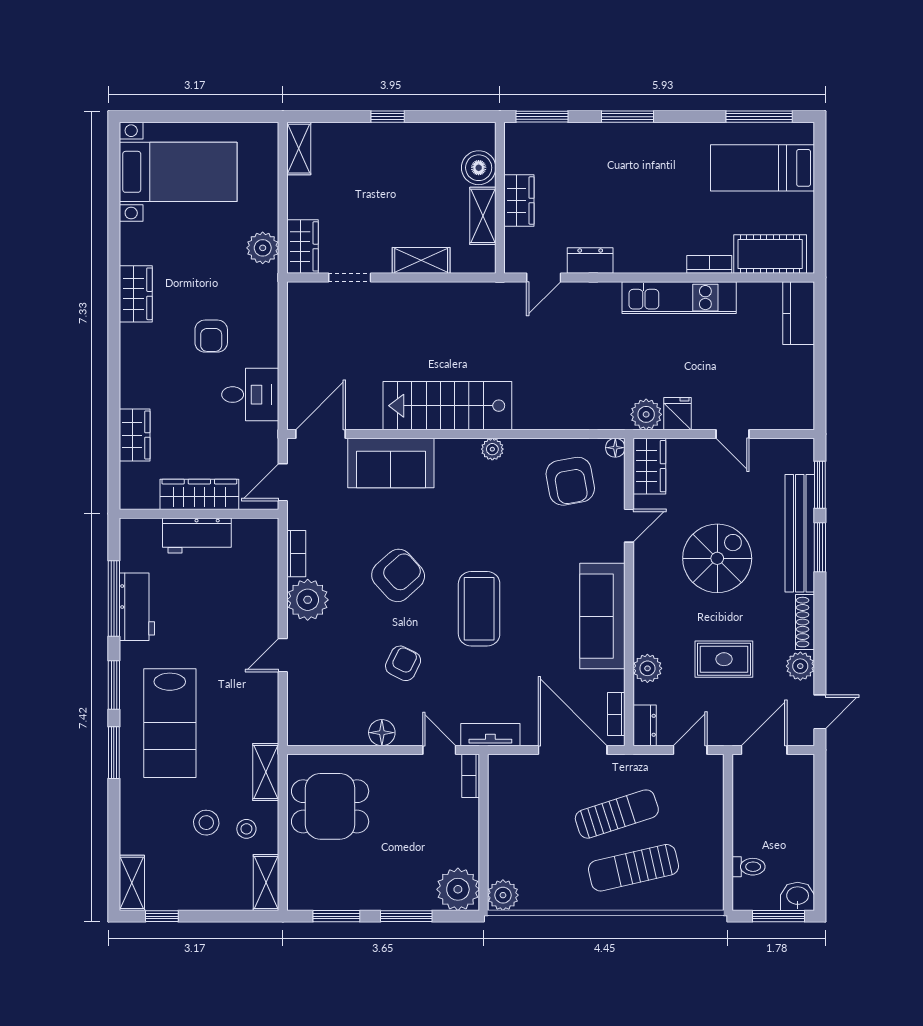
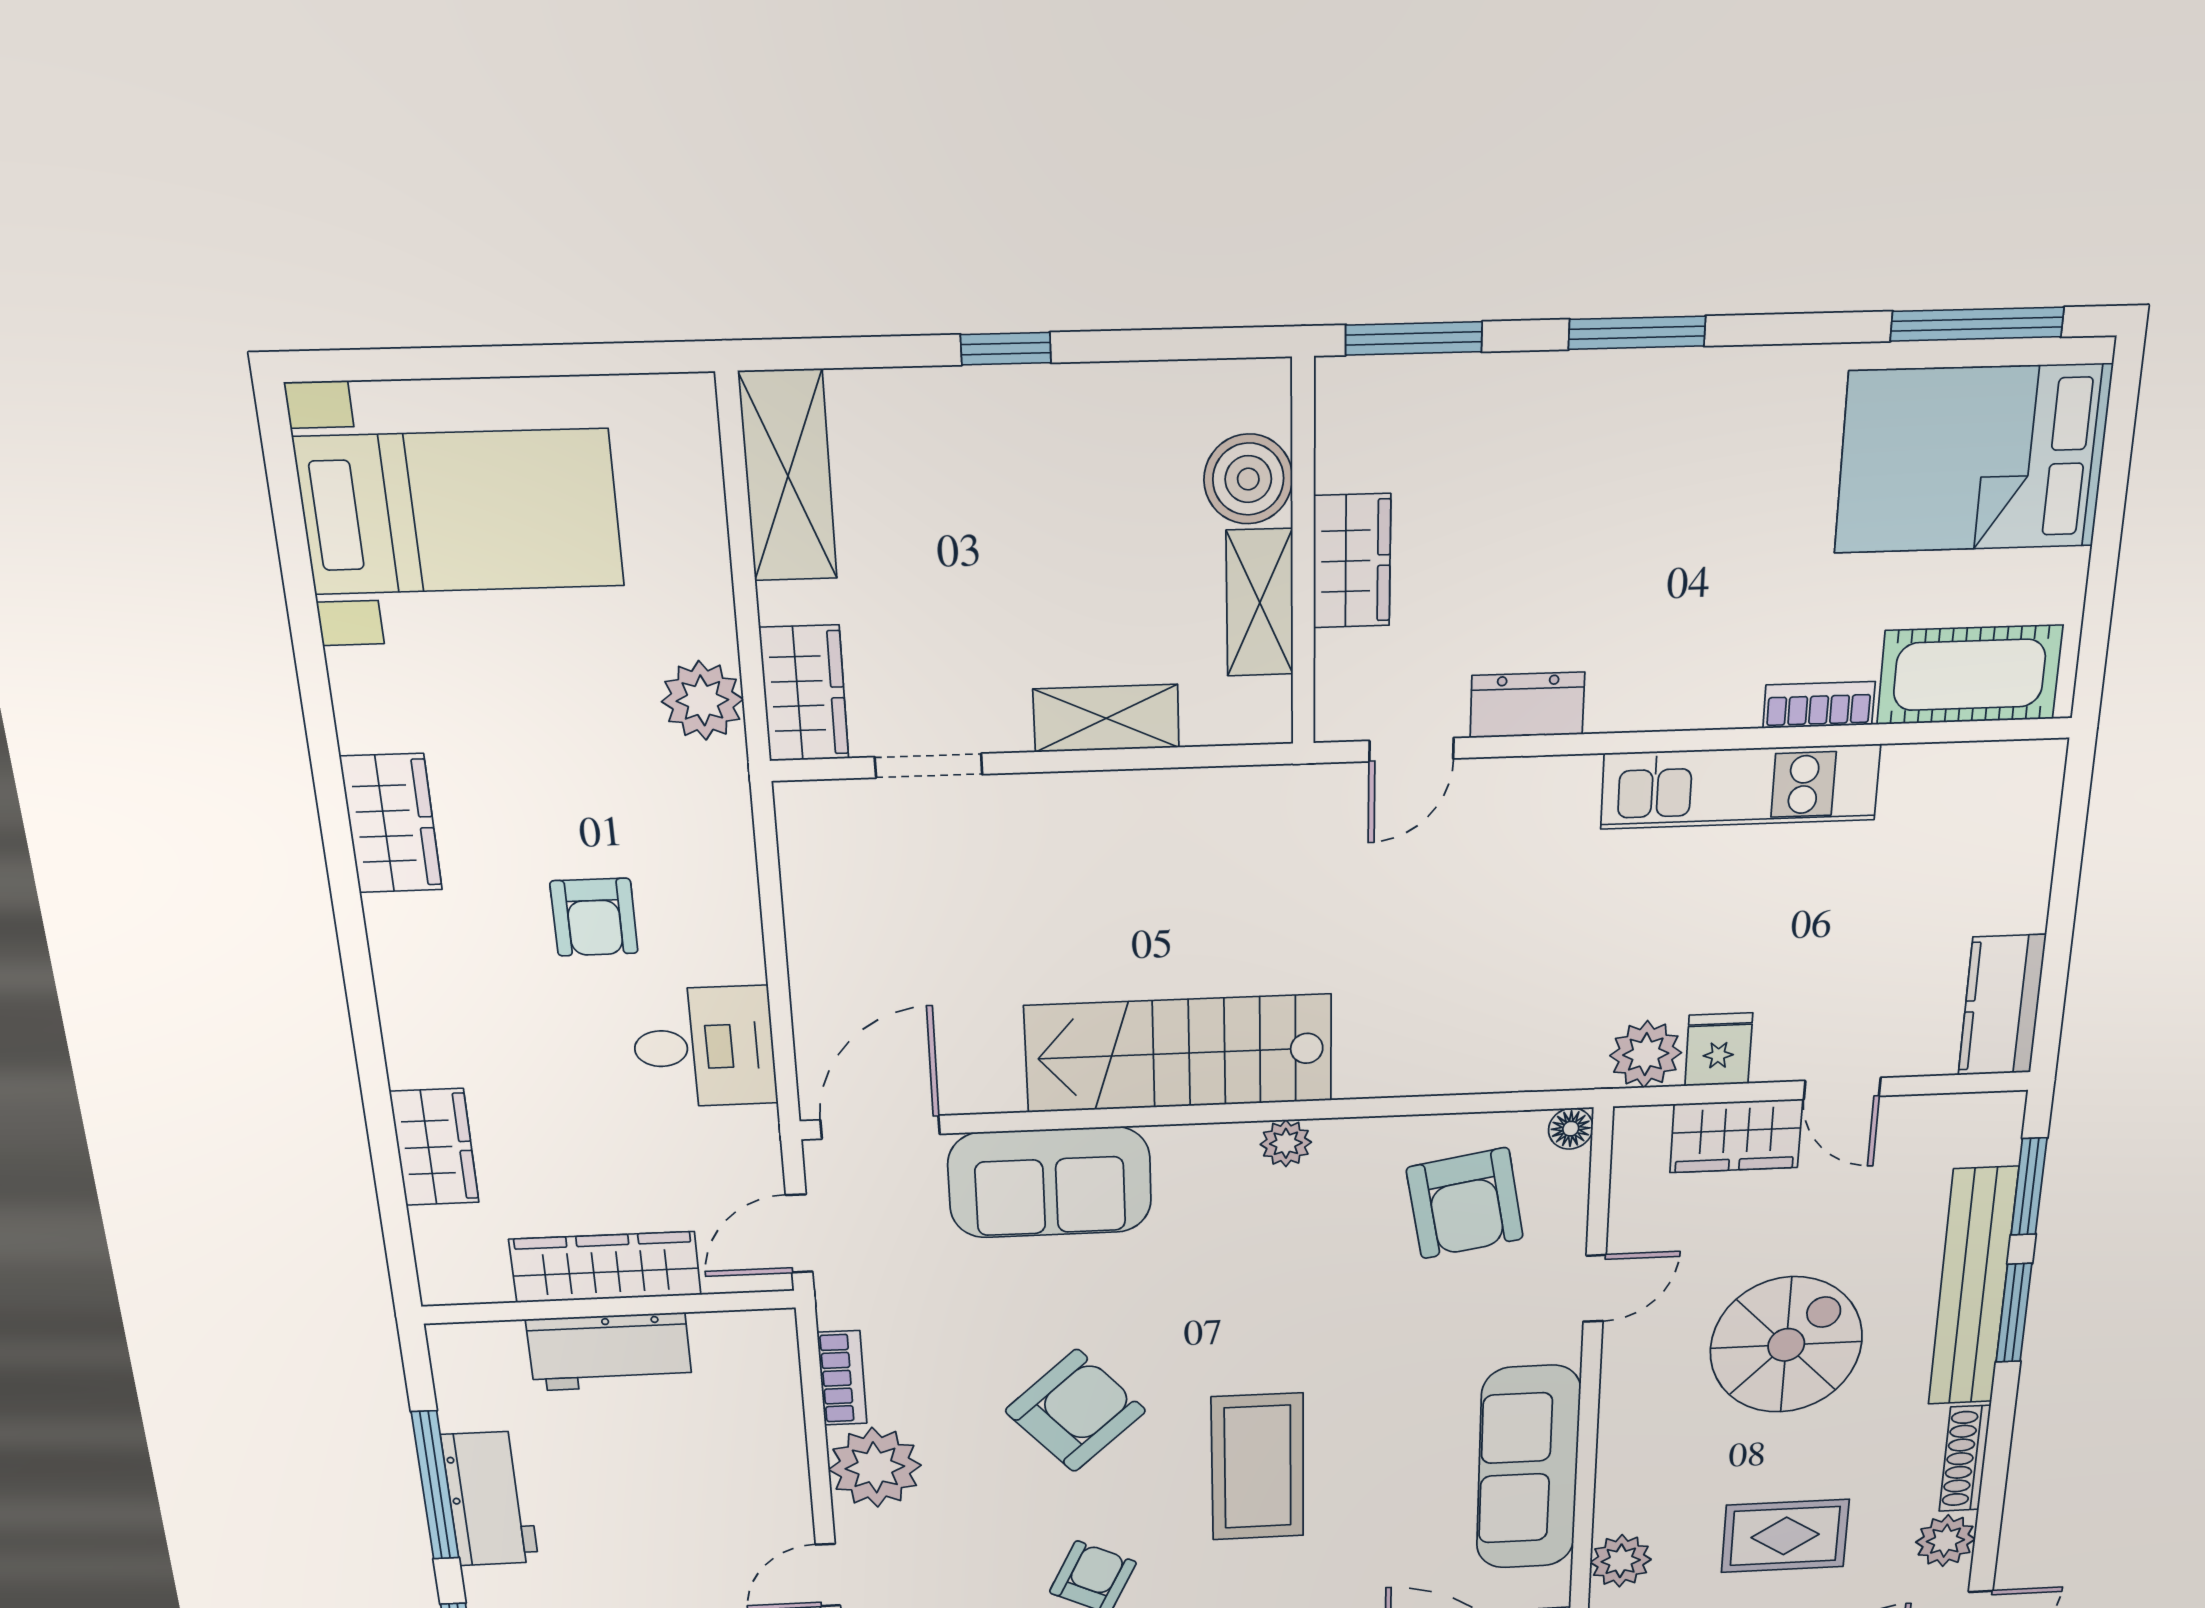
shelving: (299, 149) -> (788, 476), width x1.50, depth x1.33
bed: (763, 168) -> (1972, 459), width x1.50
kitchen counter: (799, 313) -> (2002, 1005), moved
wardrobe: (649, 466) -> (1736, 1136), moved, turned 90

